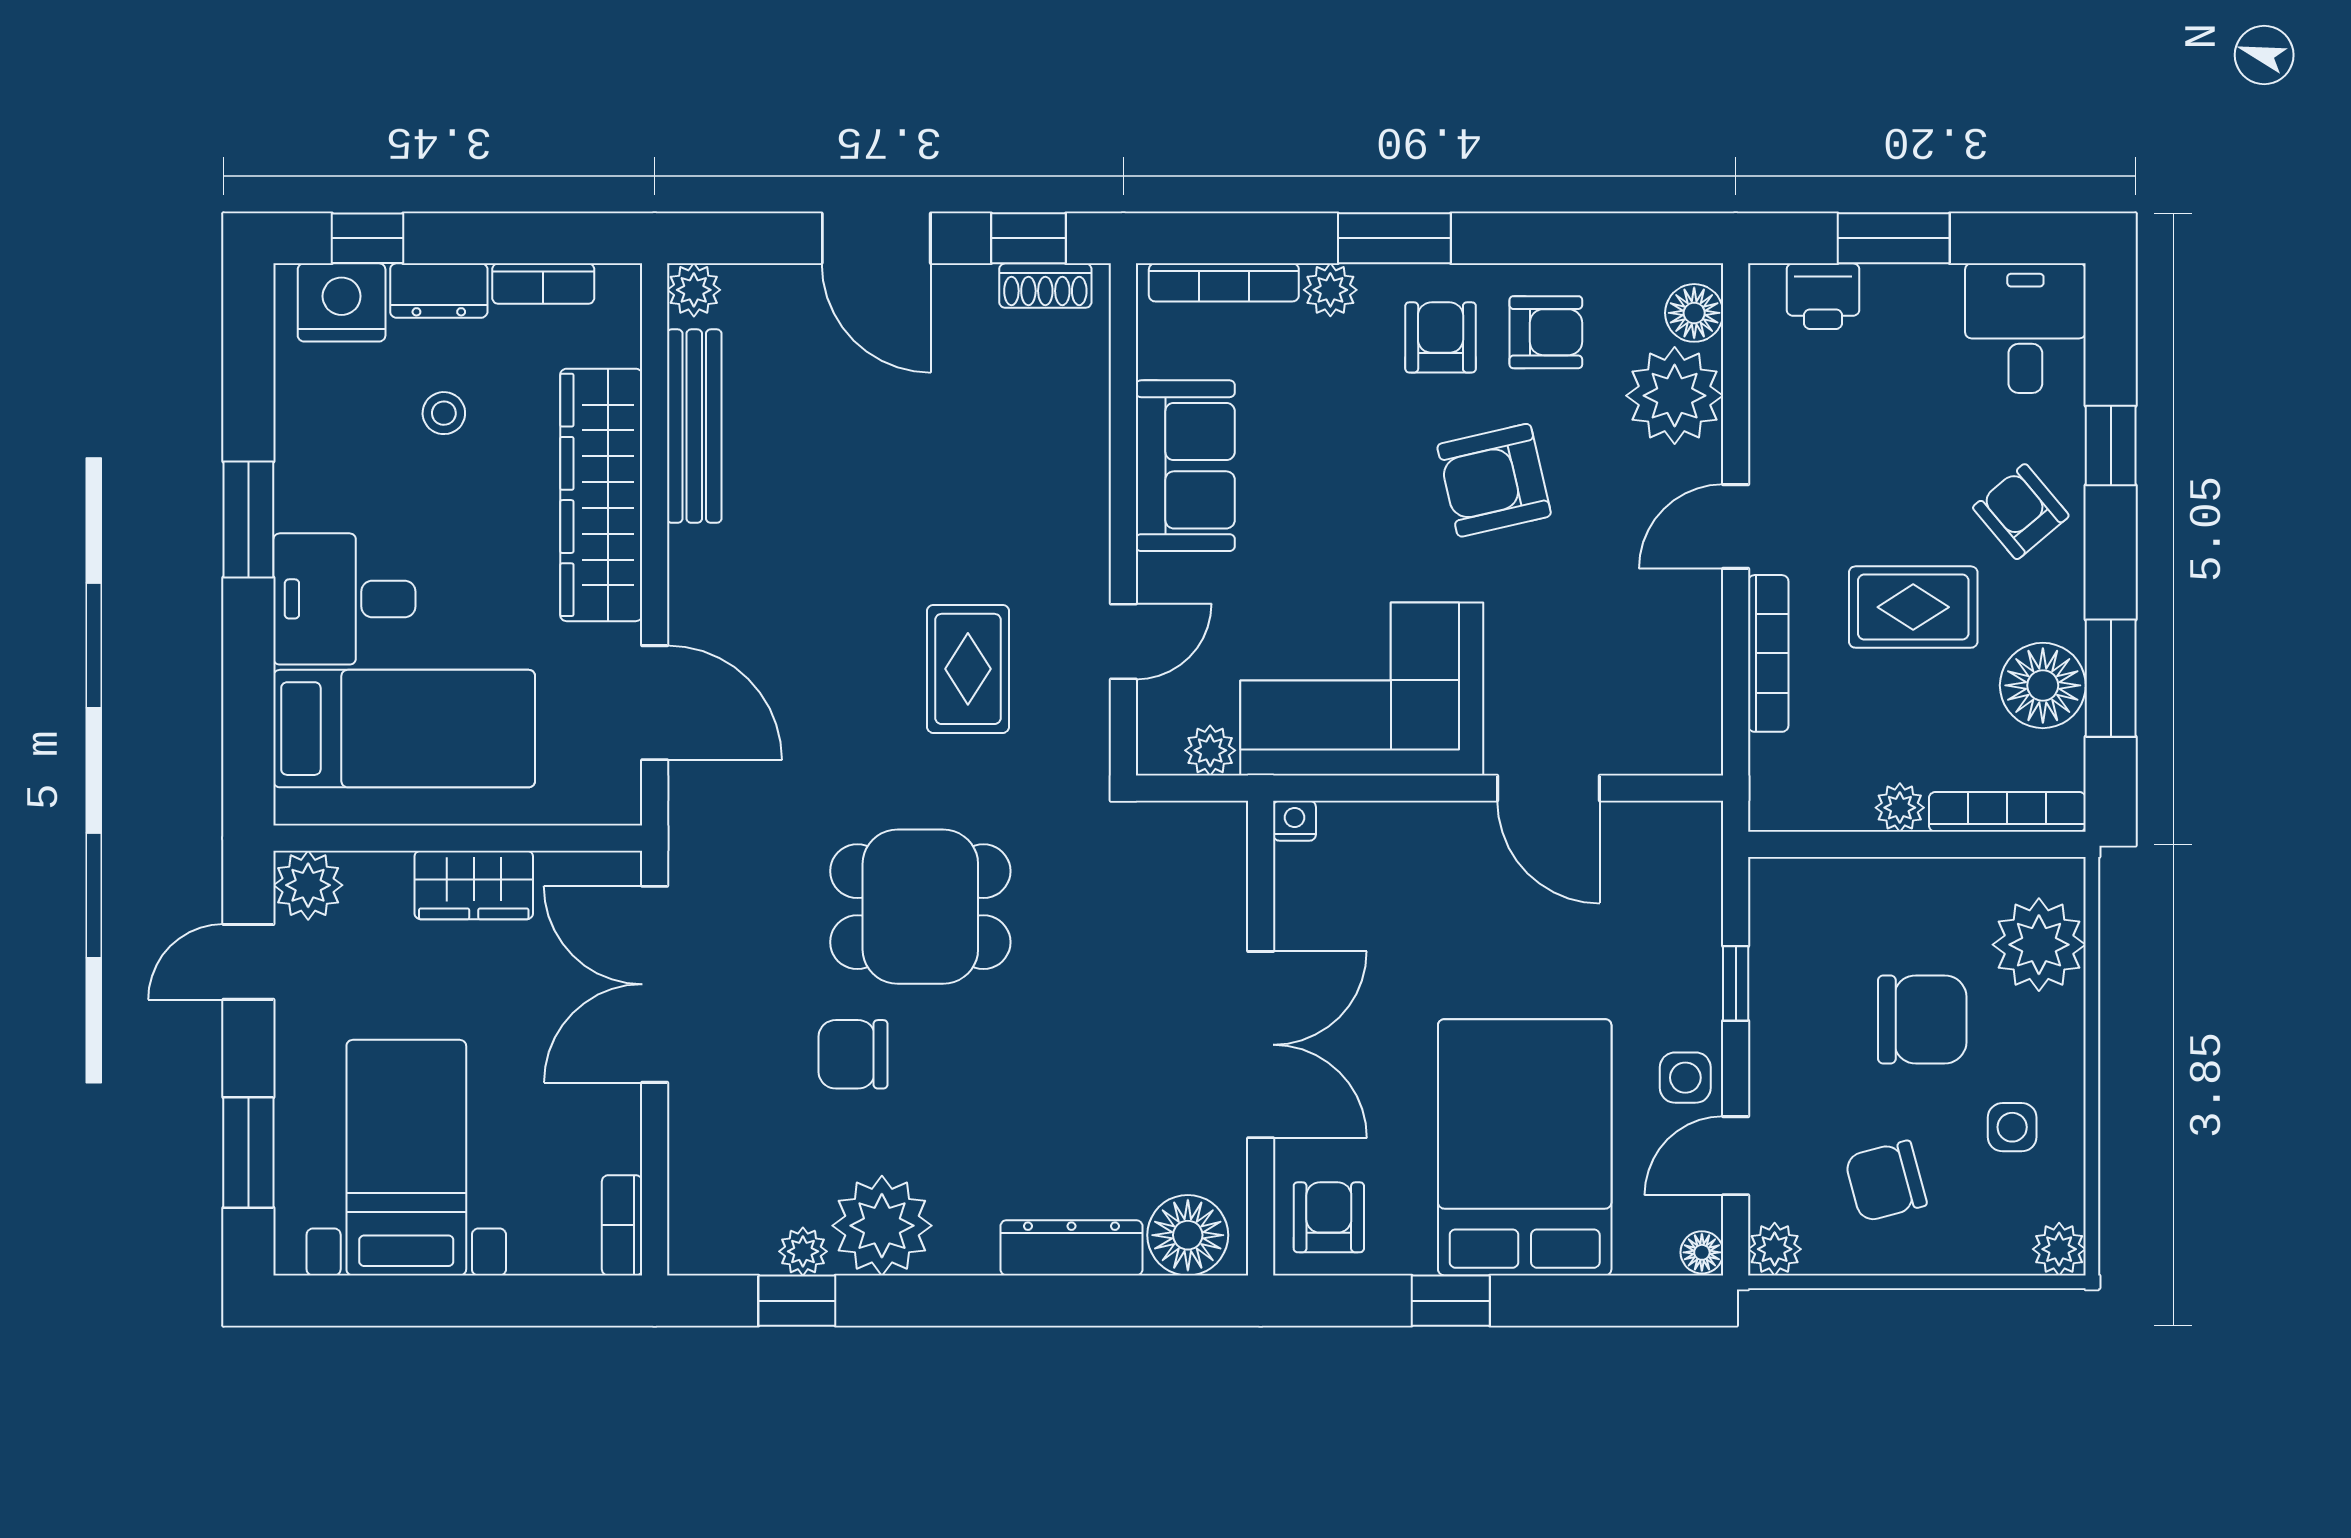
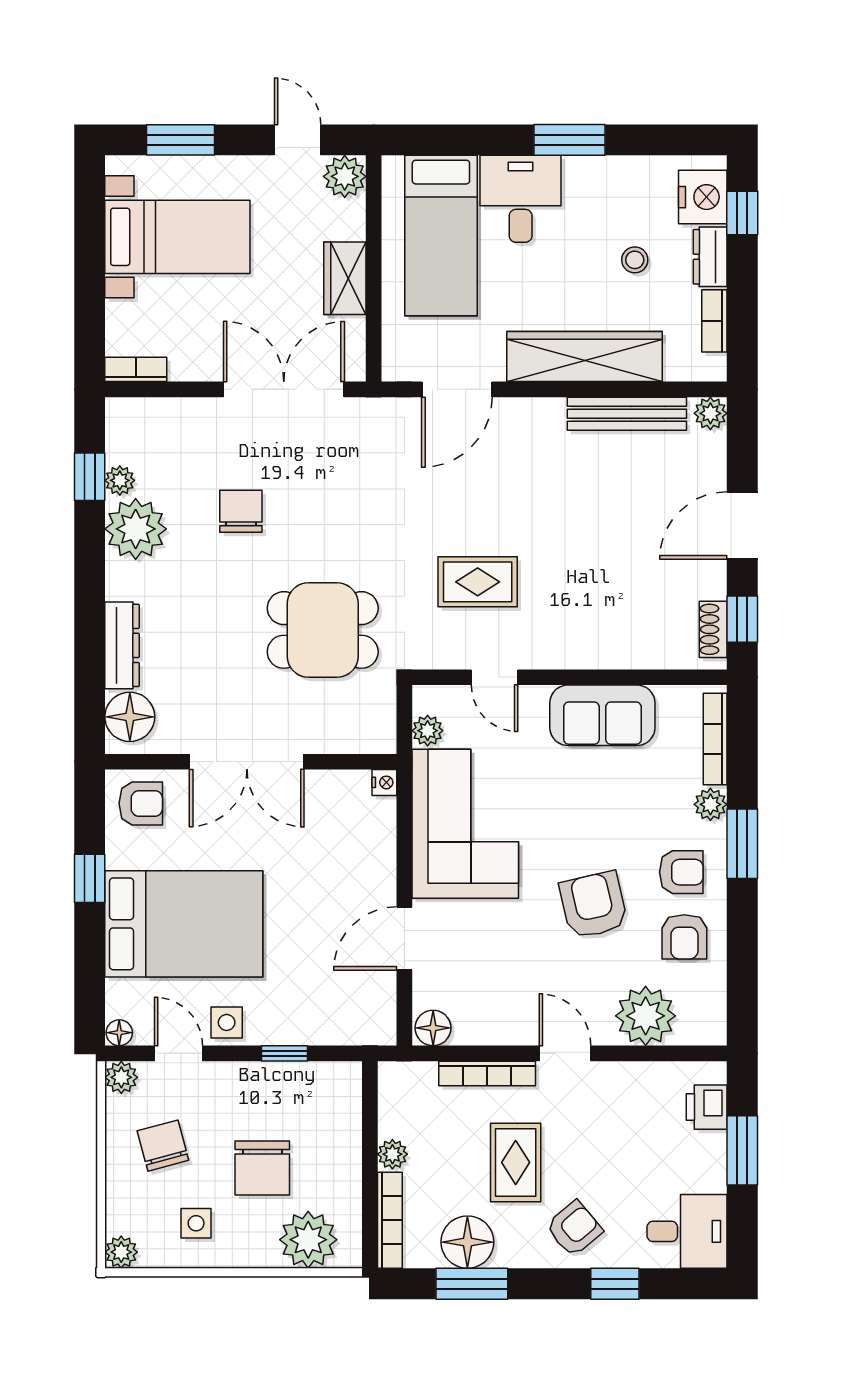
floor lamp: (1694, 313) -> (433, 1028), moved
dining table: (920, 907) -> (323, 630), moved, turned 90

